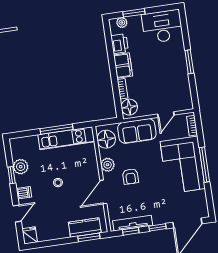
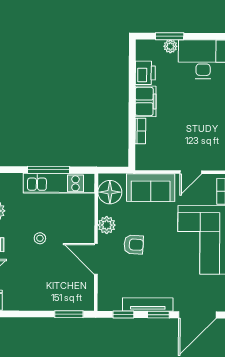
plant: (122, 23) -> (170, 46), moved
floor lamp: (129, 107) -> (146, 156), removed
armchair: (131, 177) -> (134, 245), turned -87
door: (103, 192) -> (96, 259), hinge flipped
tv unit: (133, 223) -> (148, 304), moved
kitchen counter: (85, 228) -> (65, 301), removed

